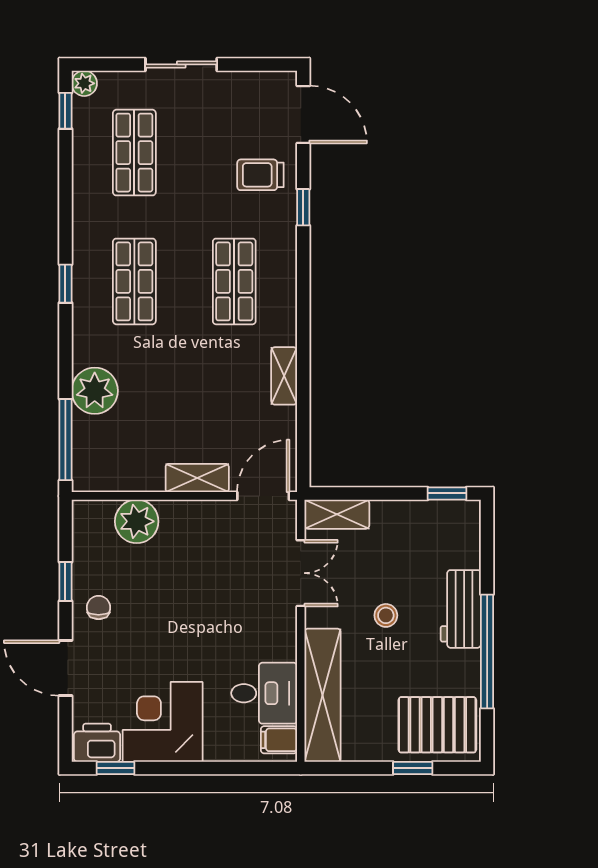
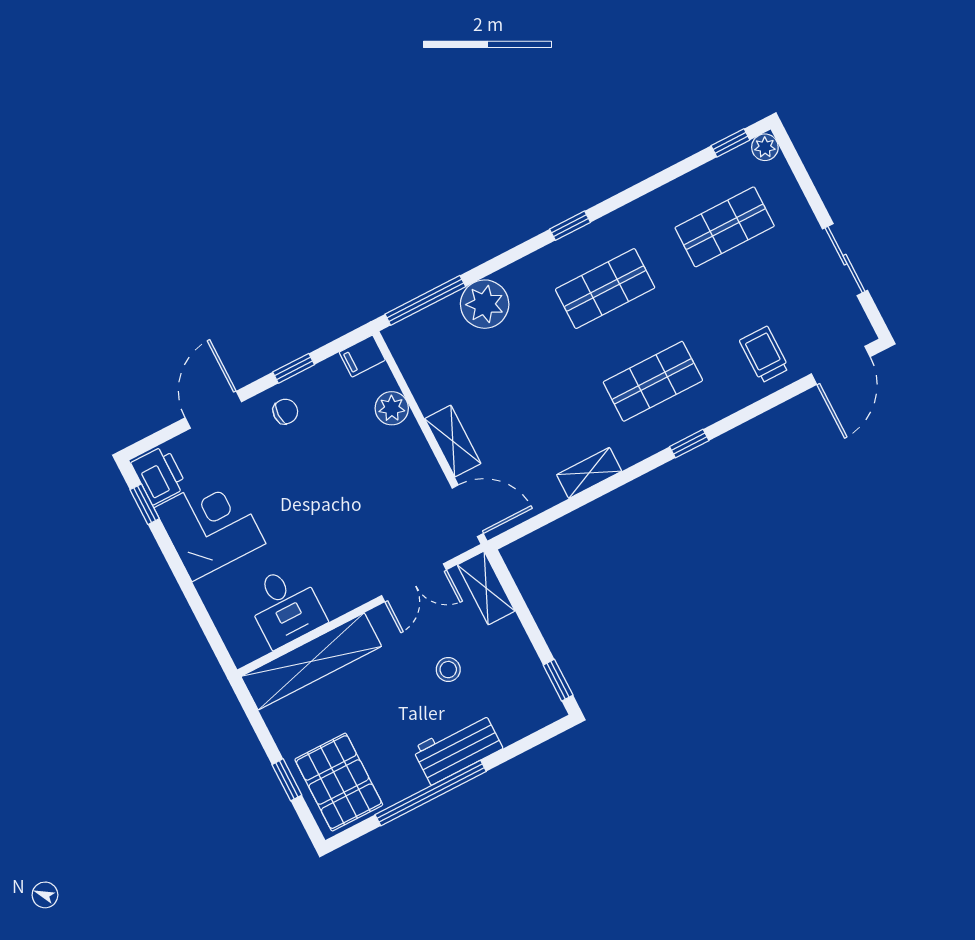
sliding door: (181, 64) -> (845, 260), moved
window: (303, 207) -> (689, 444), moved
plant: (137, 521) -> (392, 408), width x0.73, depth x0.73
stool: (386, 615) -> (448, 670), moved
filing cabinet: (279, 740) -> (362, 356), moved, turned -90

